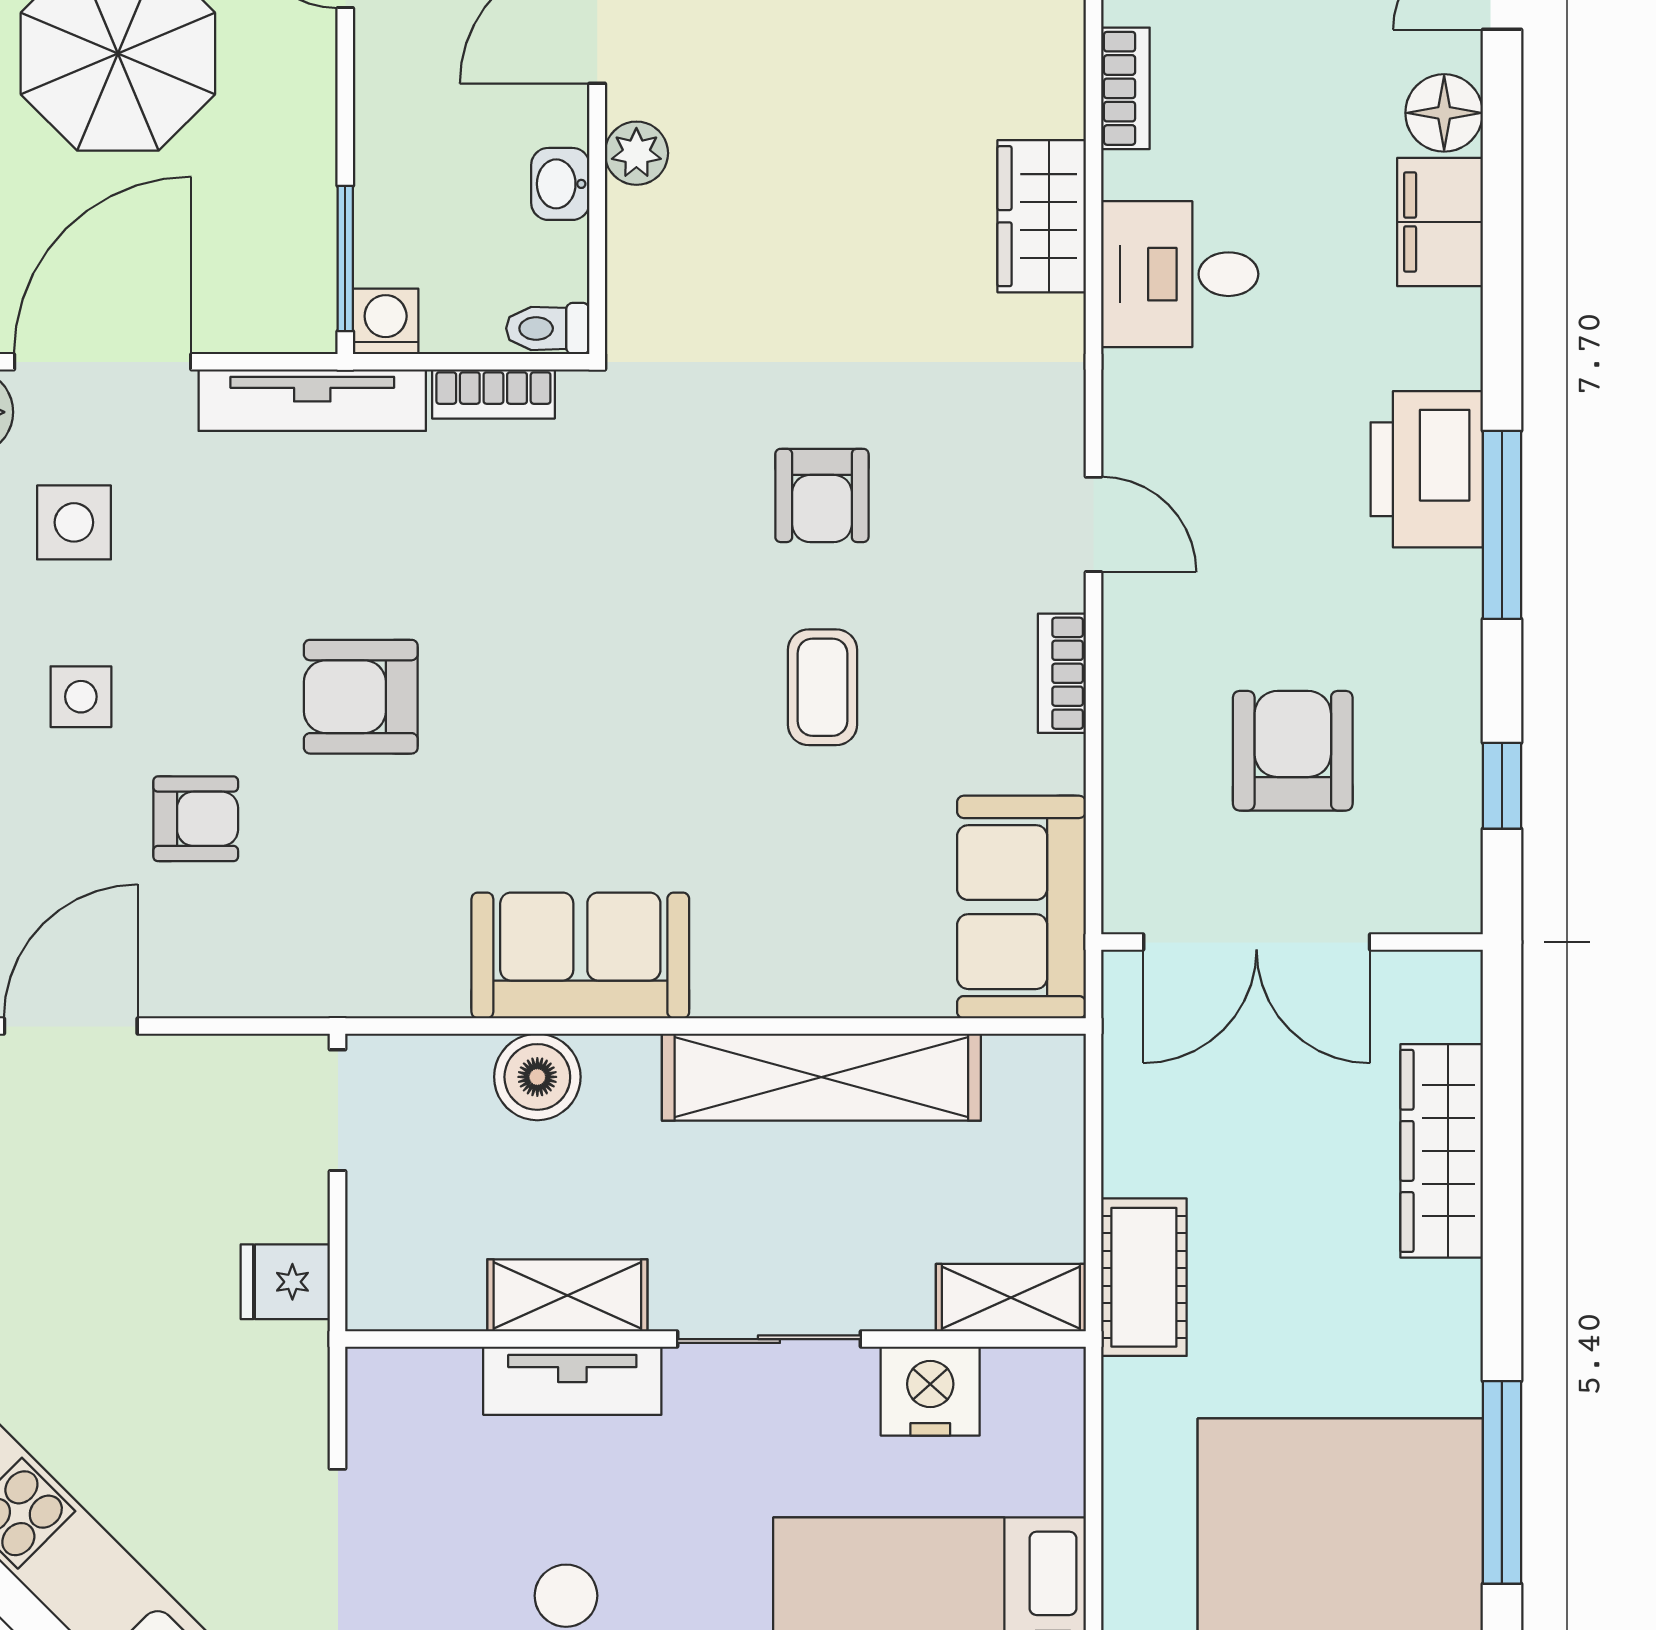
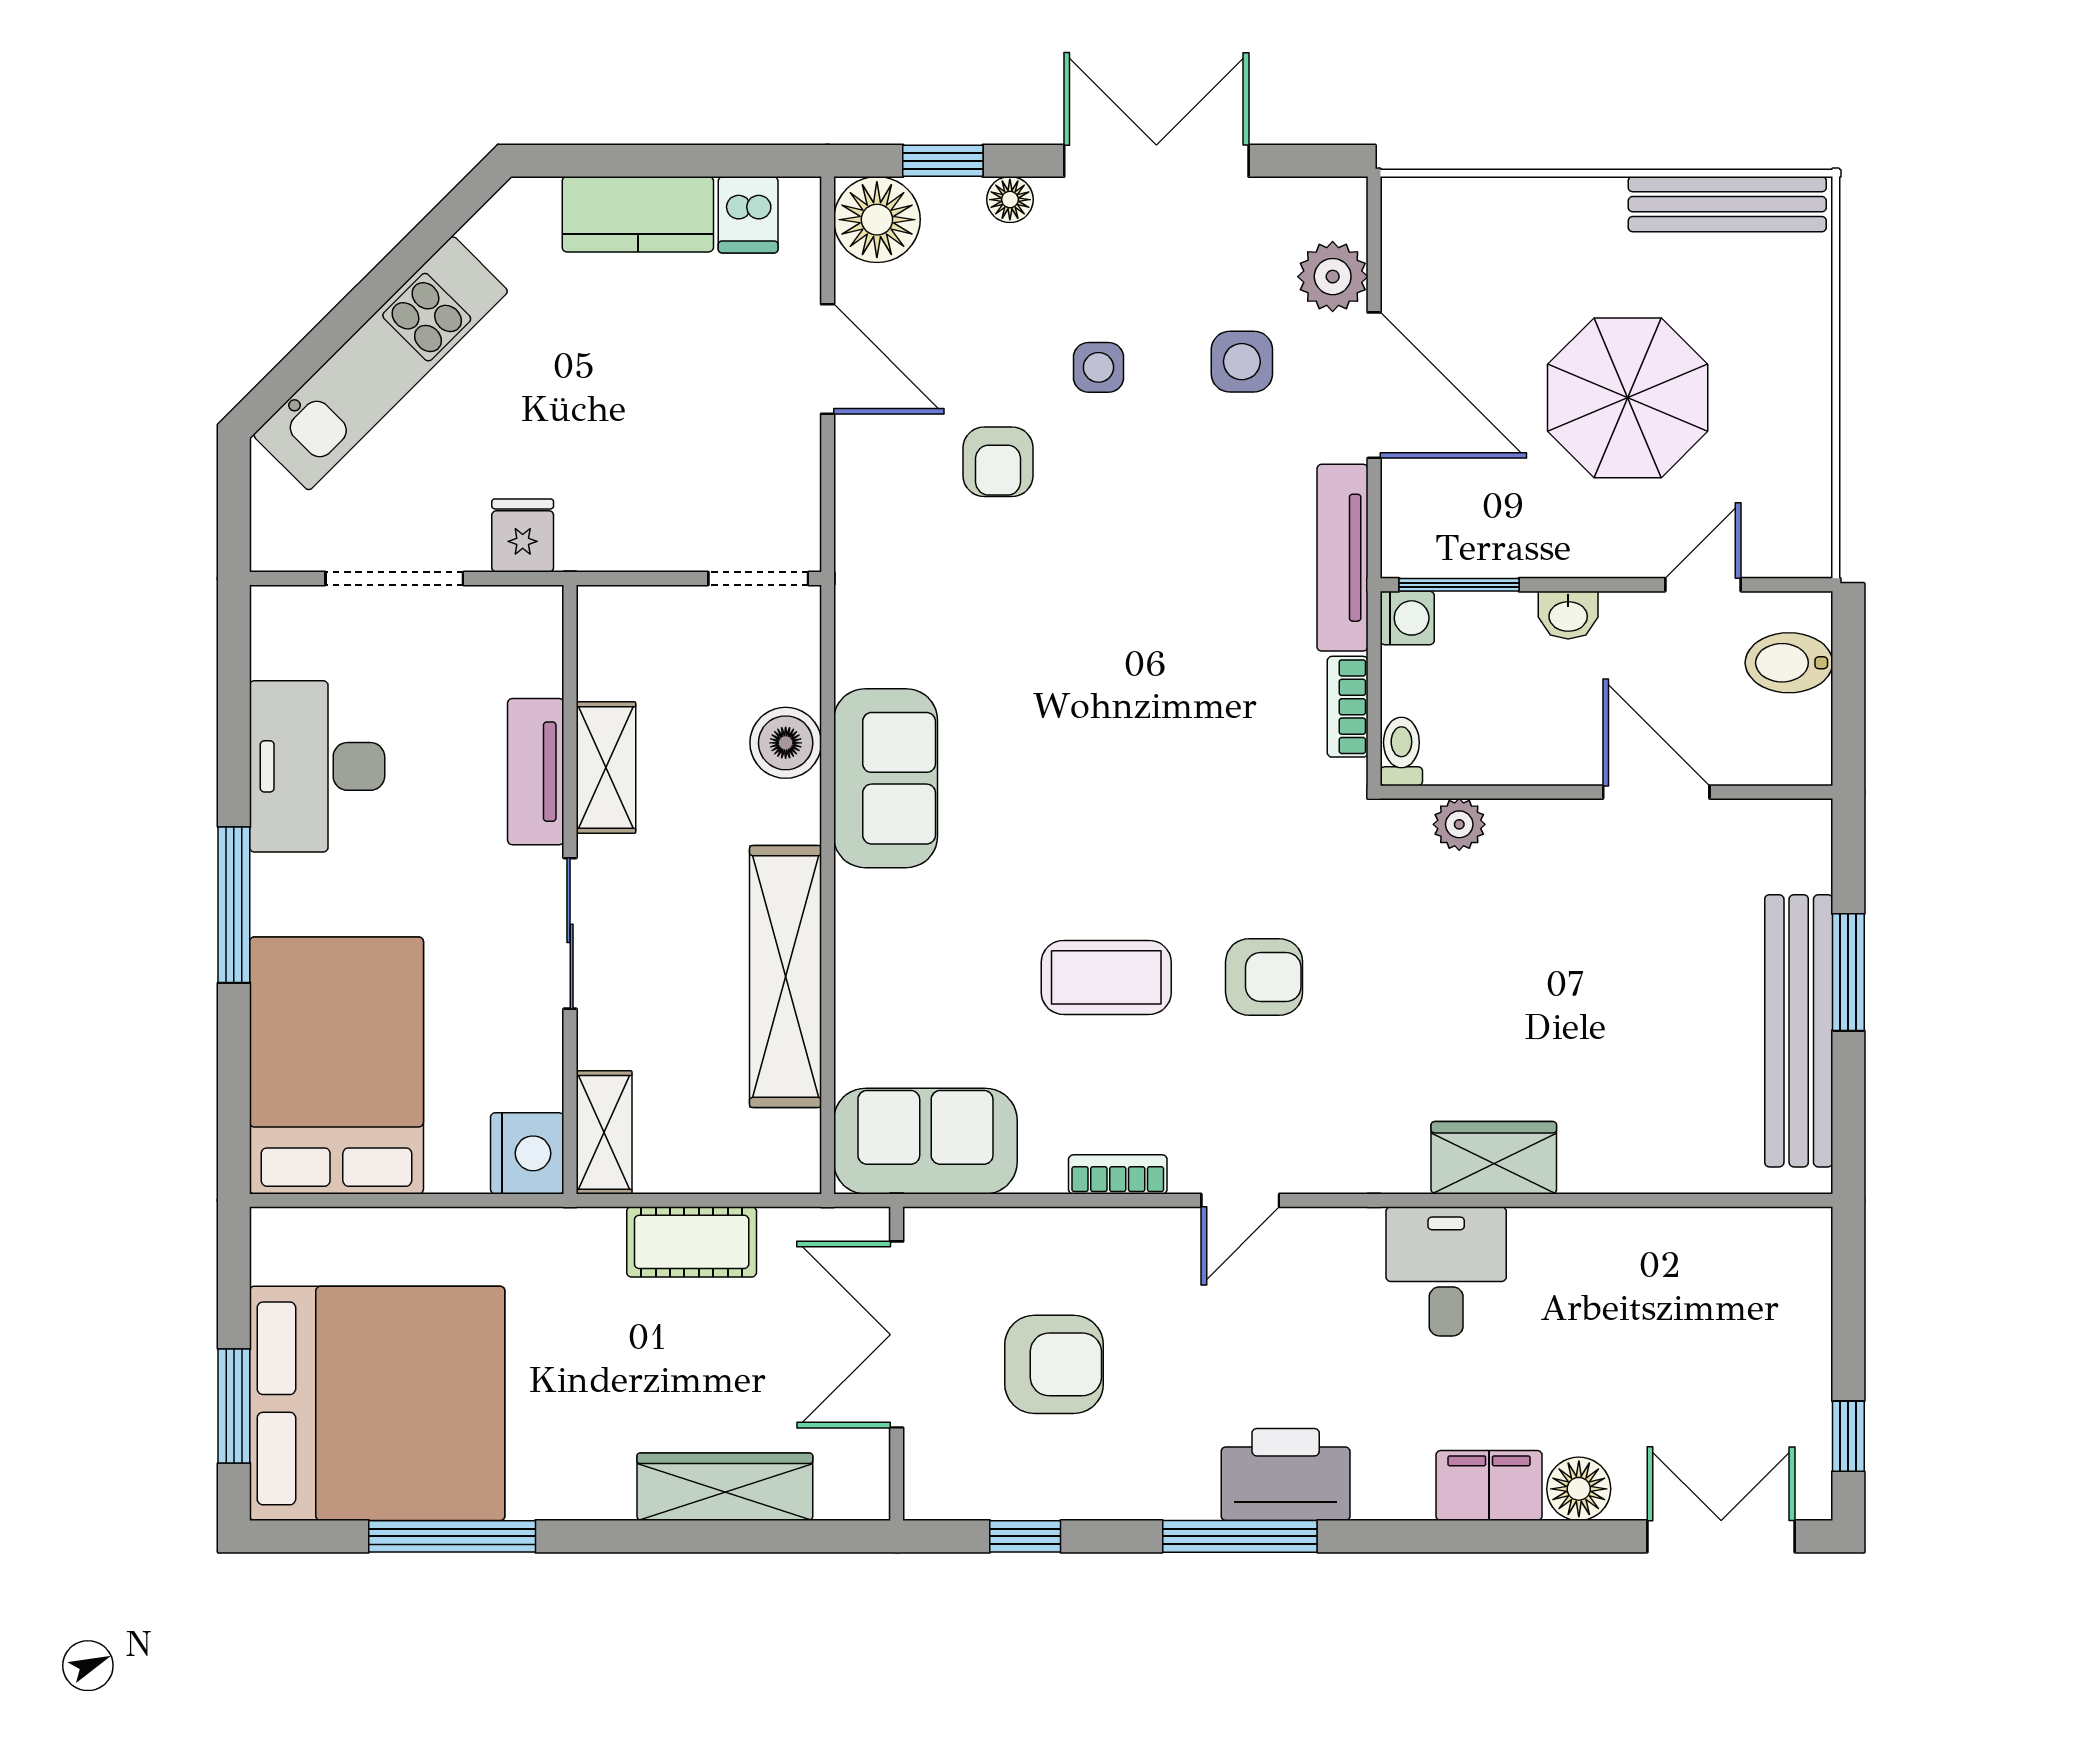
bookcase: (1125, 88) -> (1599, 1227), removed
plant: (636, 153) -> (1459, 824), moved
washbasin: (560, 184) -> (1568, 615), moved, turned 180
armchair: (822, 495) -> (1264, 977), turned 180
coffee table: (822, 687) -> (1106, 977), width x1.36, depth x1.30
armchair: (361, 697) -> (1099, 598), removed
cot: (1144, 1277) -> (692, 1242), moved
fridge: (285, 1282) -> (523, 535), moved
nightstand: (930, 1391) -> (527, 1153), moved

